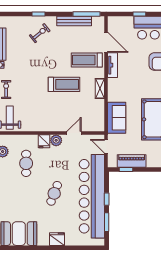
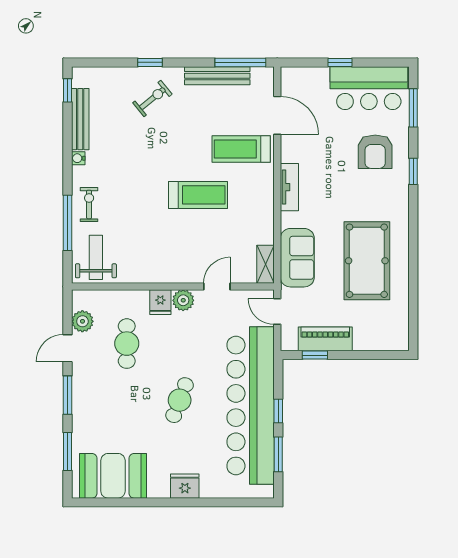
tv unit: (113, 65) -> (289, 187), moved
shelving: (100, 89) -> (266, 264), moved

